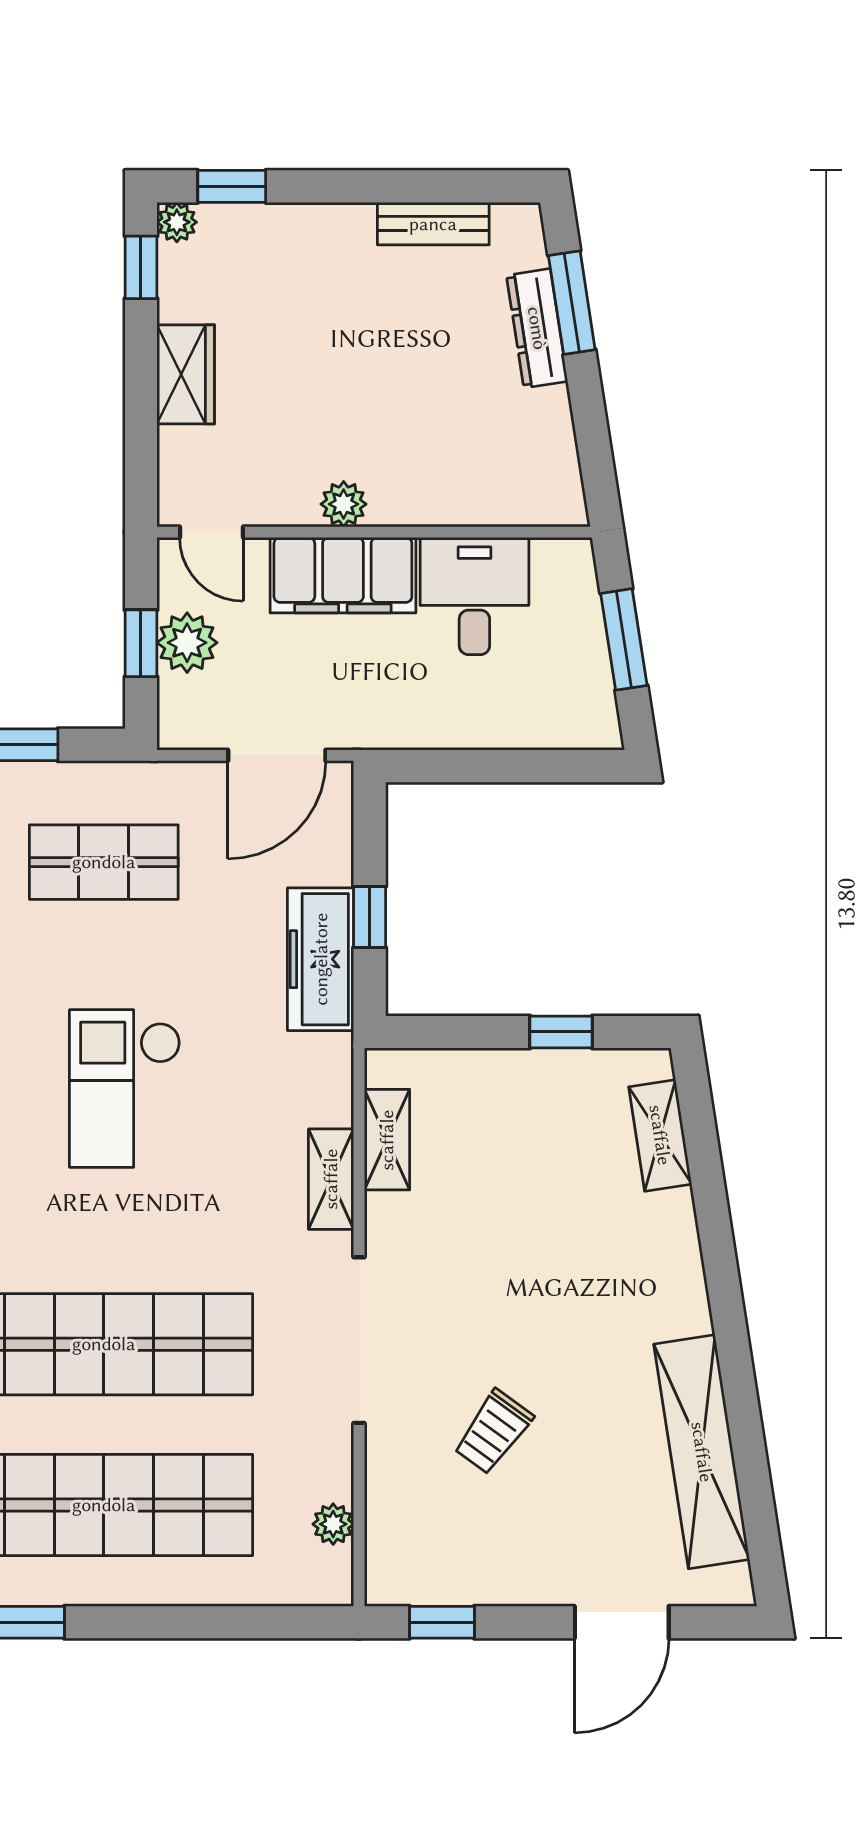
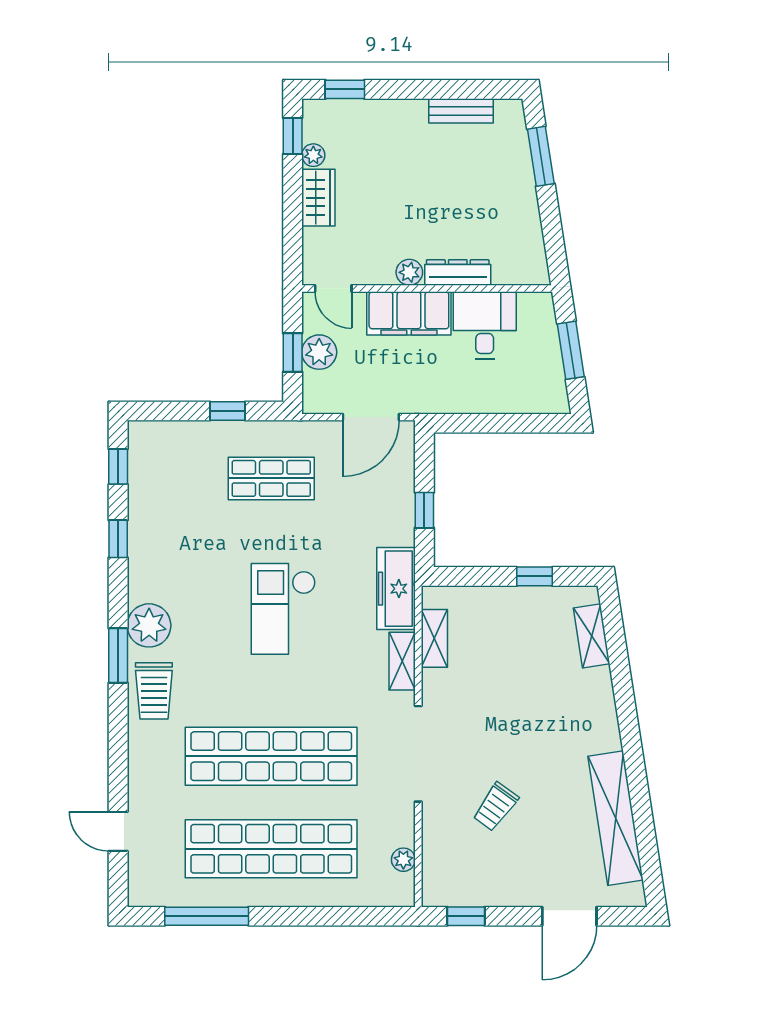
plant: (177, 222) -> (313, 155), moved
dresser: (537, 328) -> (458, 273), moved, turned 99
freezer: (321, 959) -> (396, 589), moved

